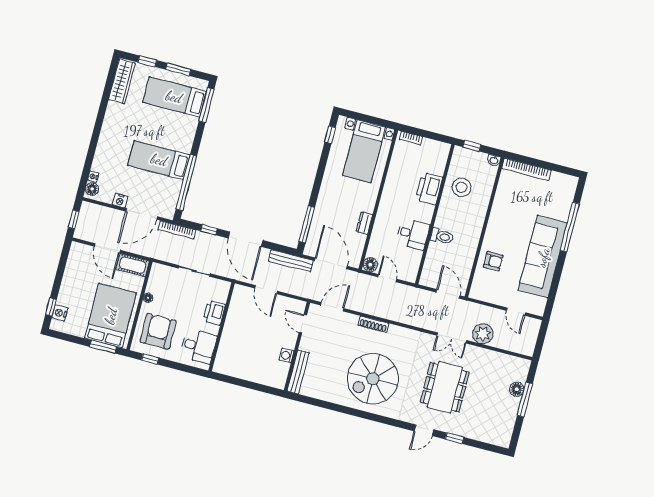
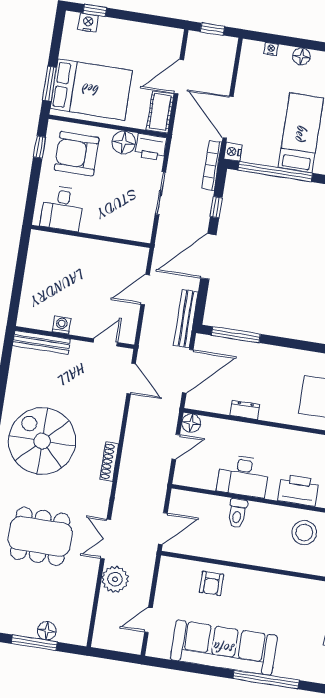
floor lamp: (92, 189) -> (301, 56), moved
nightstand: (120, 201) -> (233, 152), moved
desk: (413, 234) -> (243, 476), width x1.37
floor lamp: (148, 298) -> (124, 142), width x1.89, depth x1.89
printer: (214, 313) -> (151, 147), moved, turned 180
shoe rack: (373, 324) -> (109, 462), moved
armchair: (158, 331) -> (77, 154), turned 180

